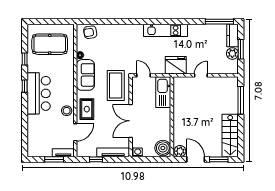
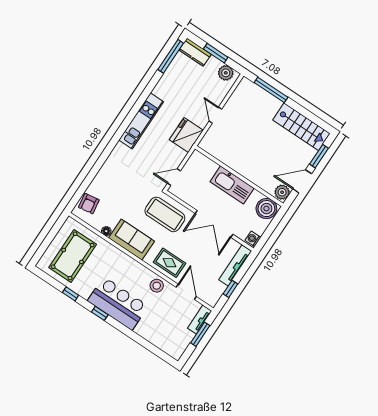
plant: (232, 54) -> (226, 73), moved
kitchen sink: (163, 92) -> (232, 185), moved

